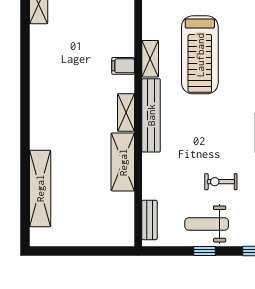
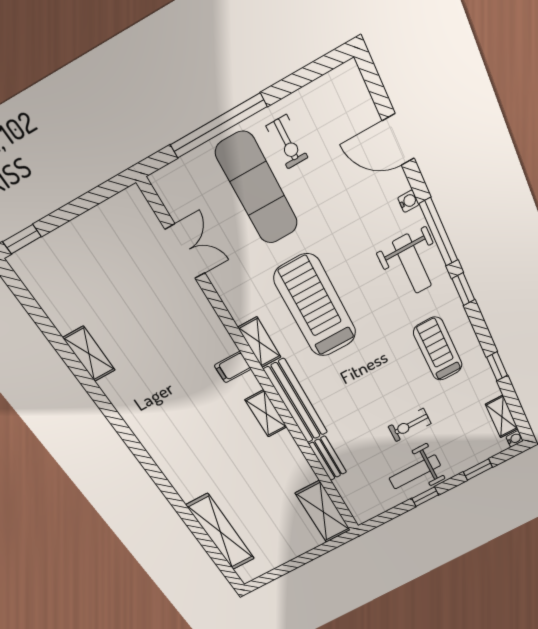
treadmill: (200, 55) -> (315, 306), turned 180
shelving: (123, 162) -> (323, 512), moved
bench: (149, 220) -> (328, 458), moved

